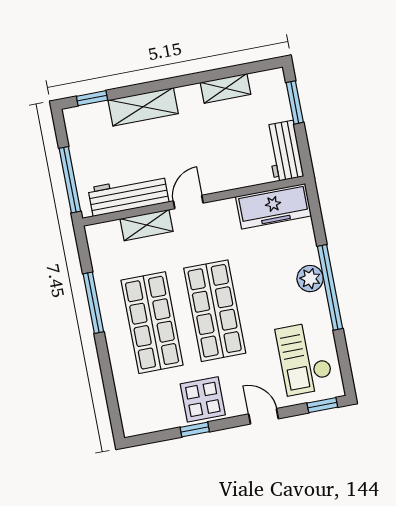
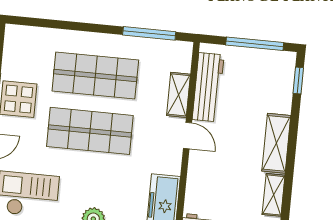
shelving: (143, 107) -> (276, 143), moved
window: (70, 180) -> (255, 44), moved
window: (93, 303) -> (149, 33), moved

